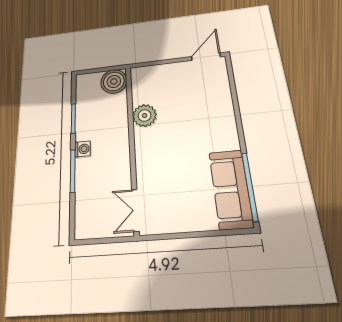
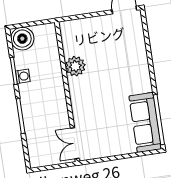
boiler: (114, 81) -> (22, 39), moved
washing machine: (82, 149) -> (23, 76), moved

